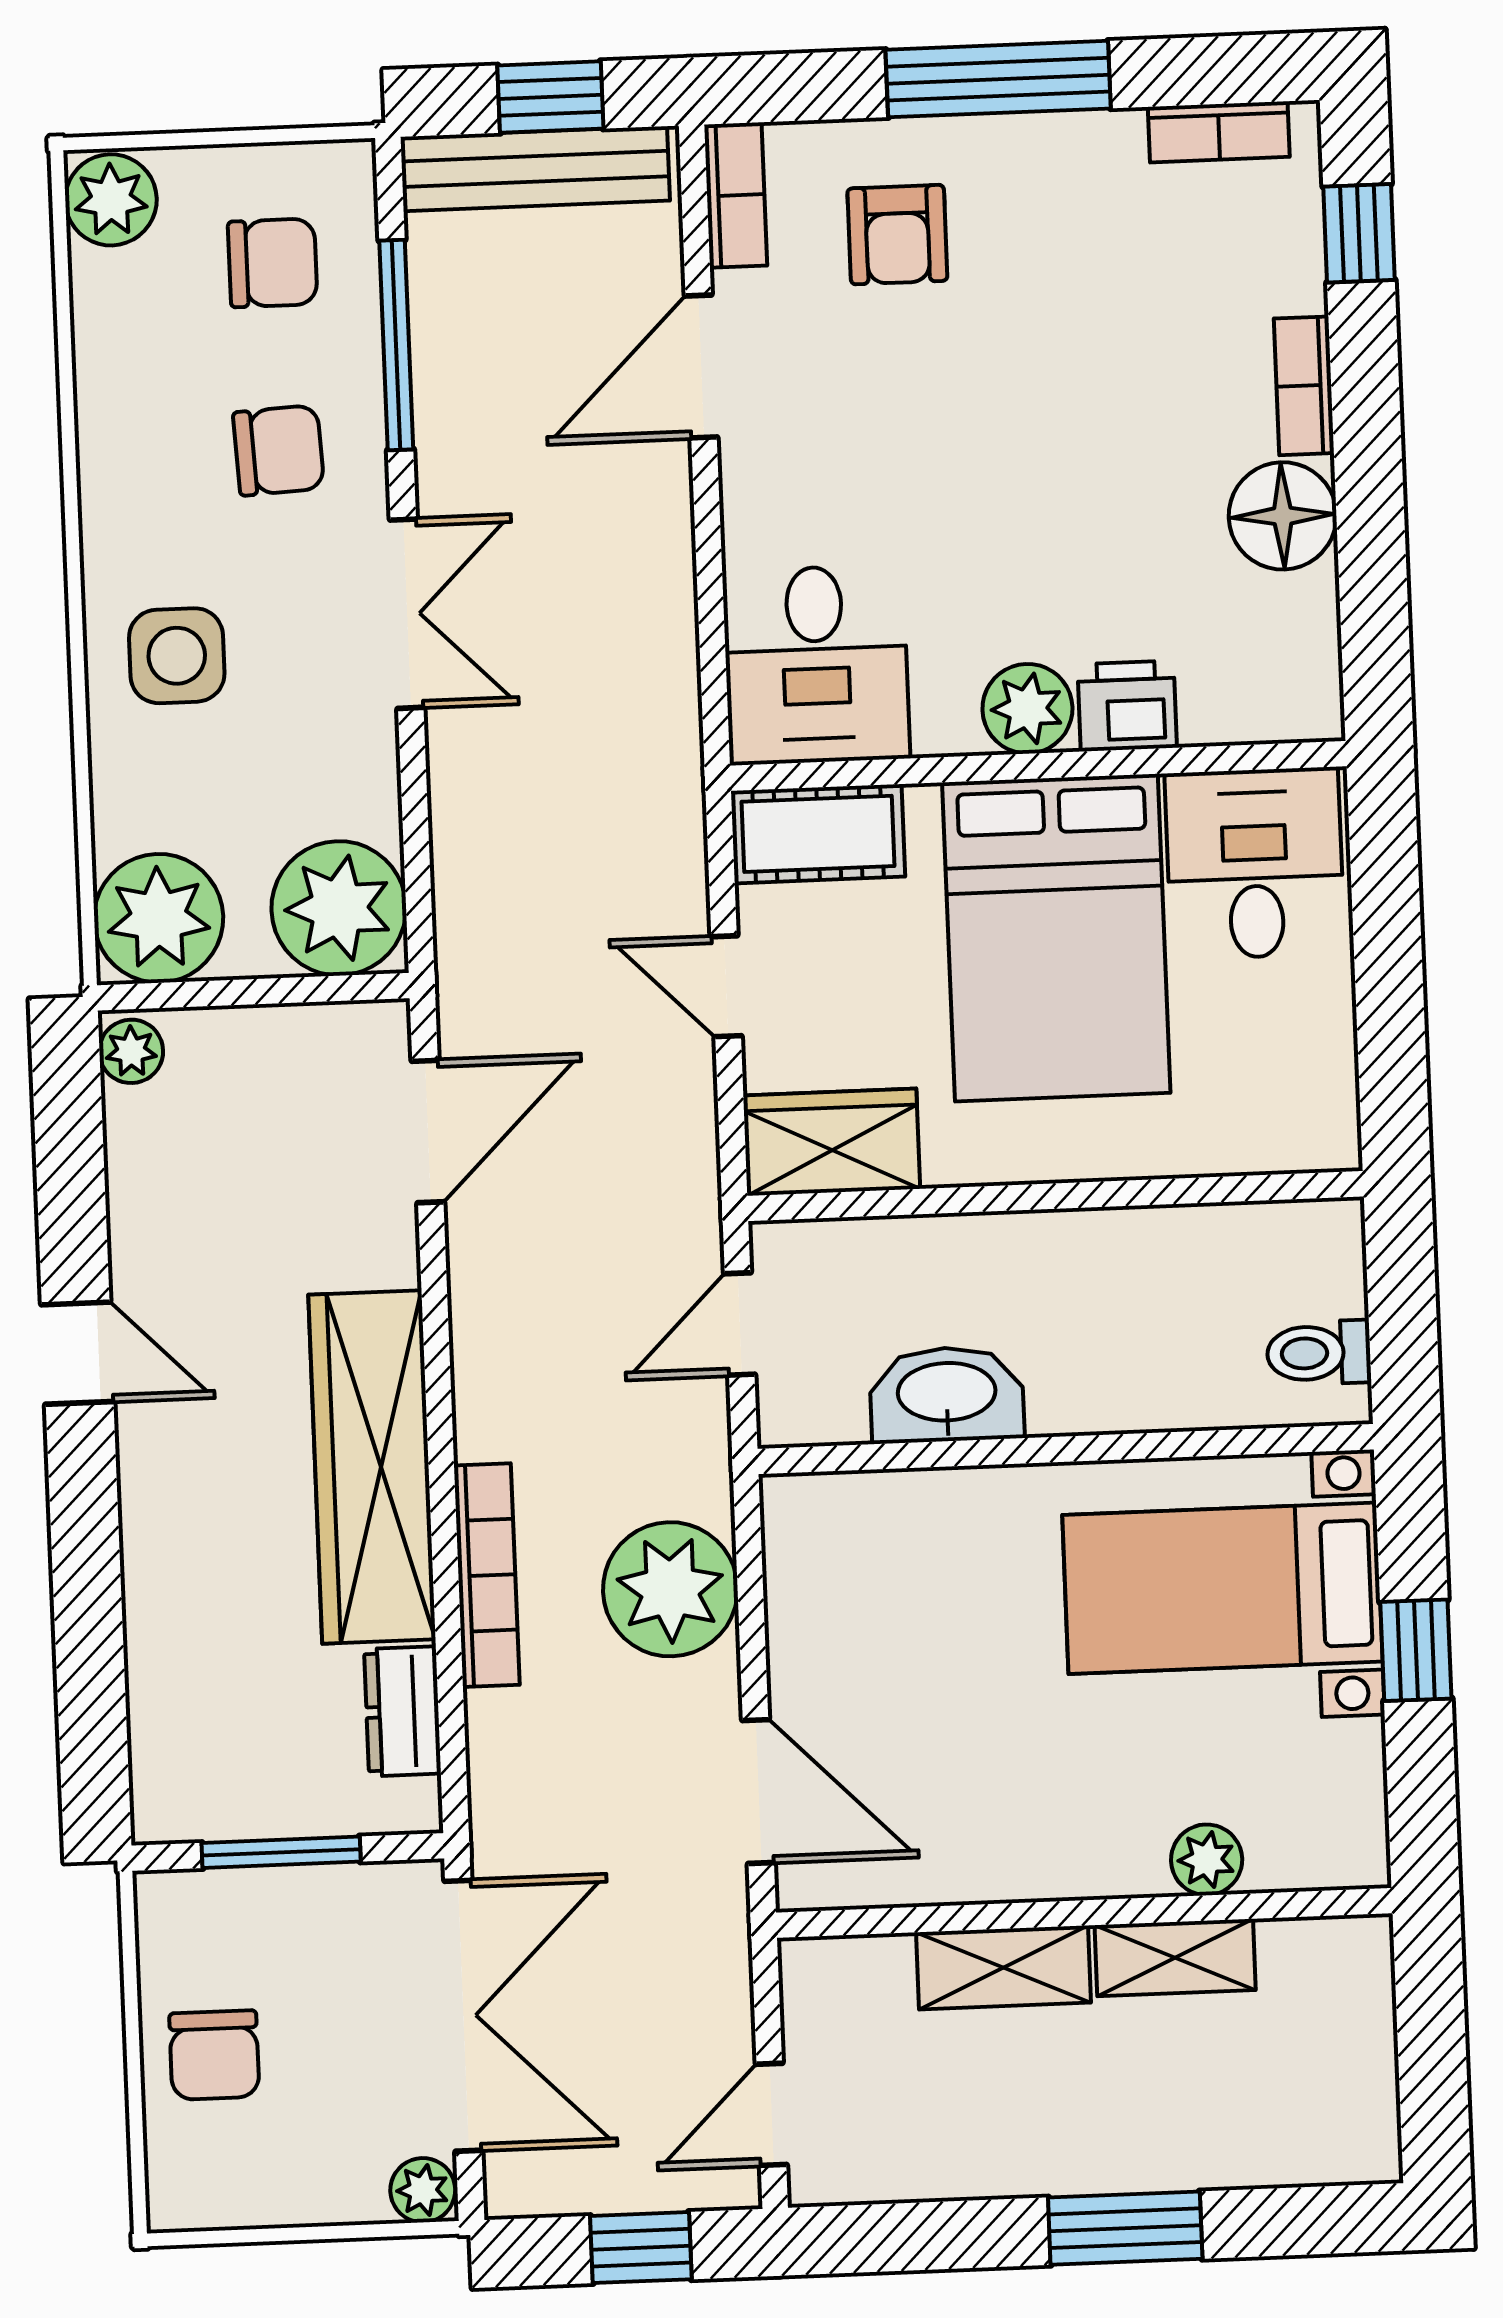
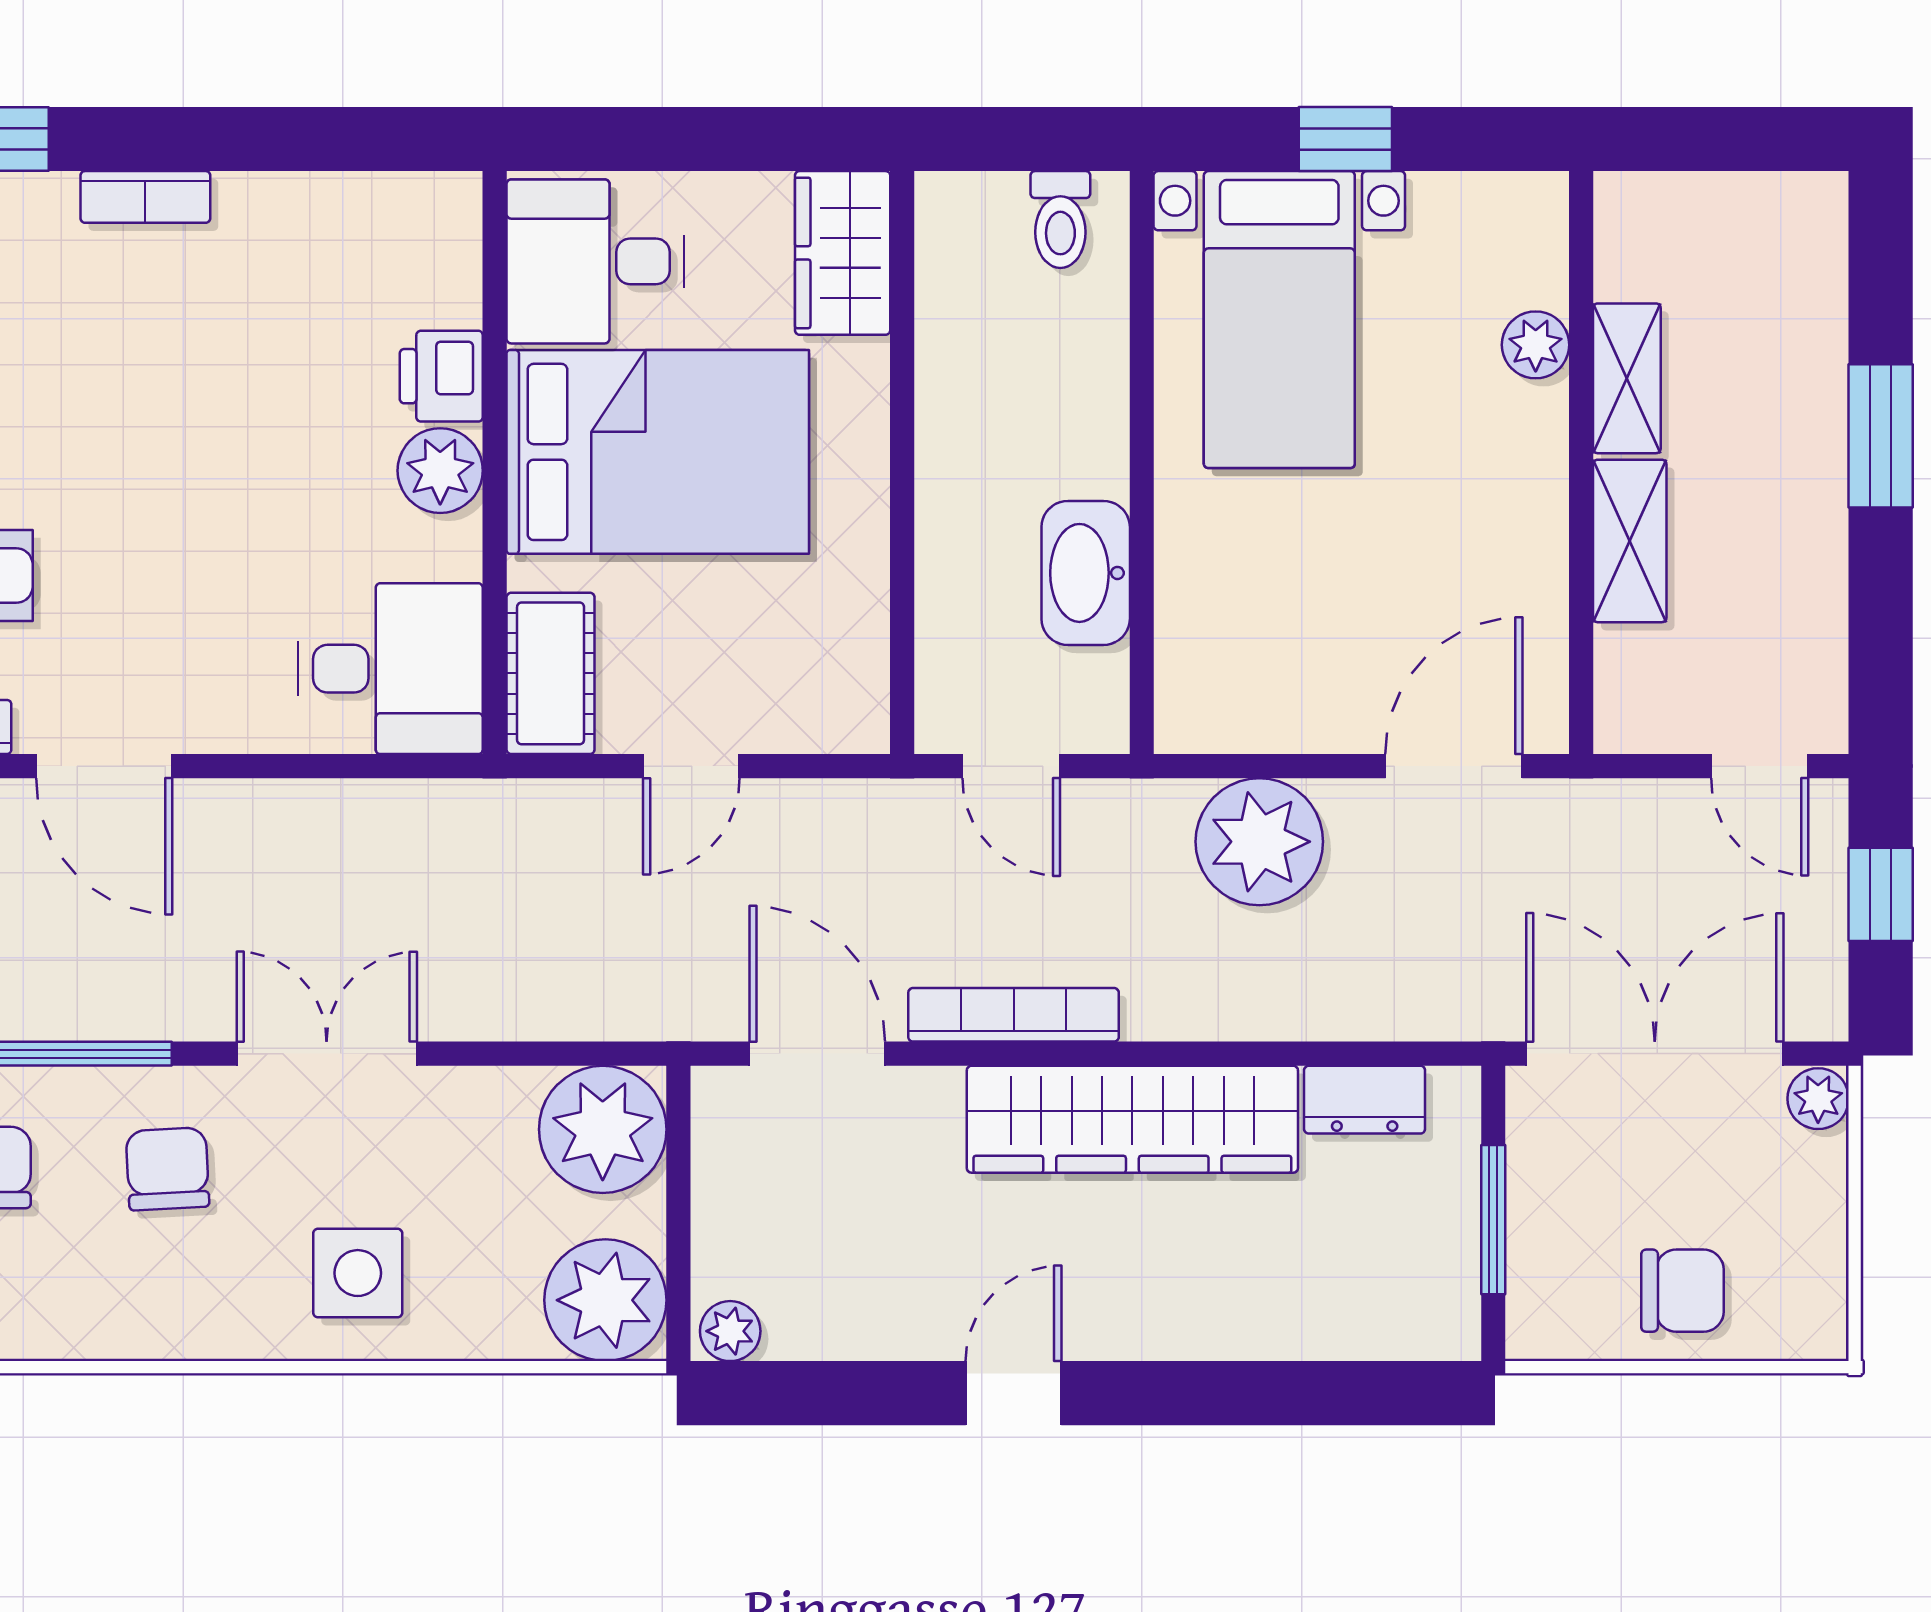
floor lamp: (1283, 516) -> (268, 222), removed
wardrobe: (832, 1142) -> (843, 253), moved
bookcase: (487, 1575) -> (1014, 1015), moved

